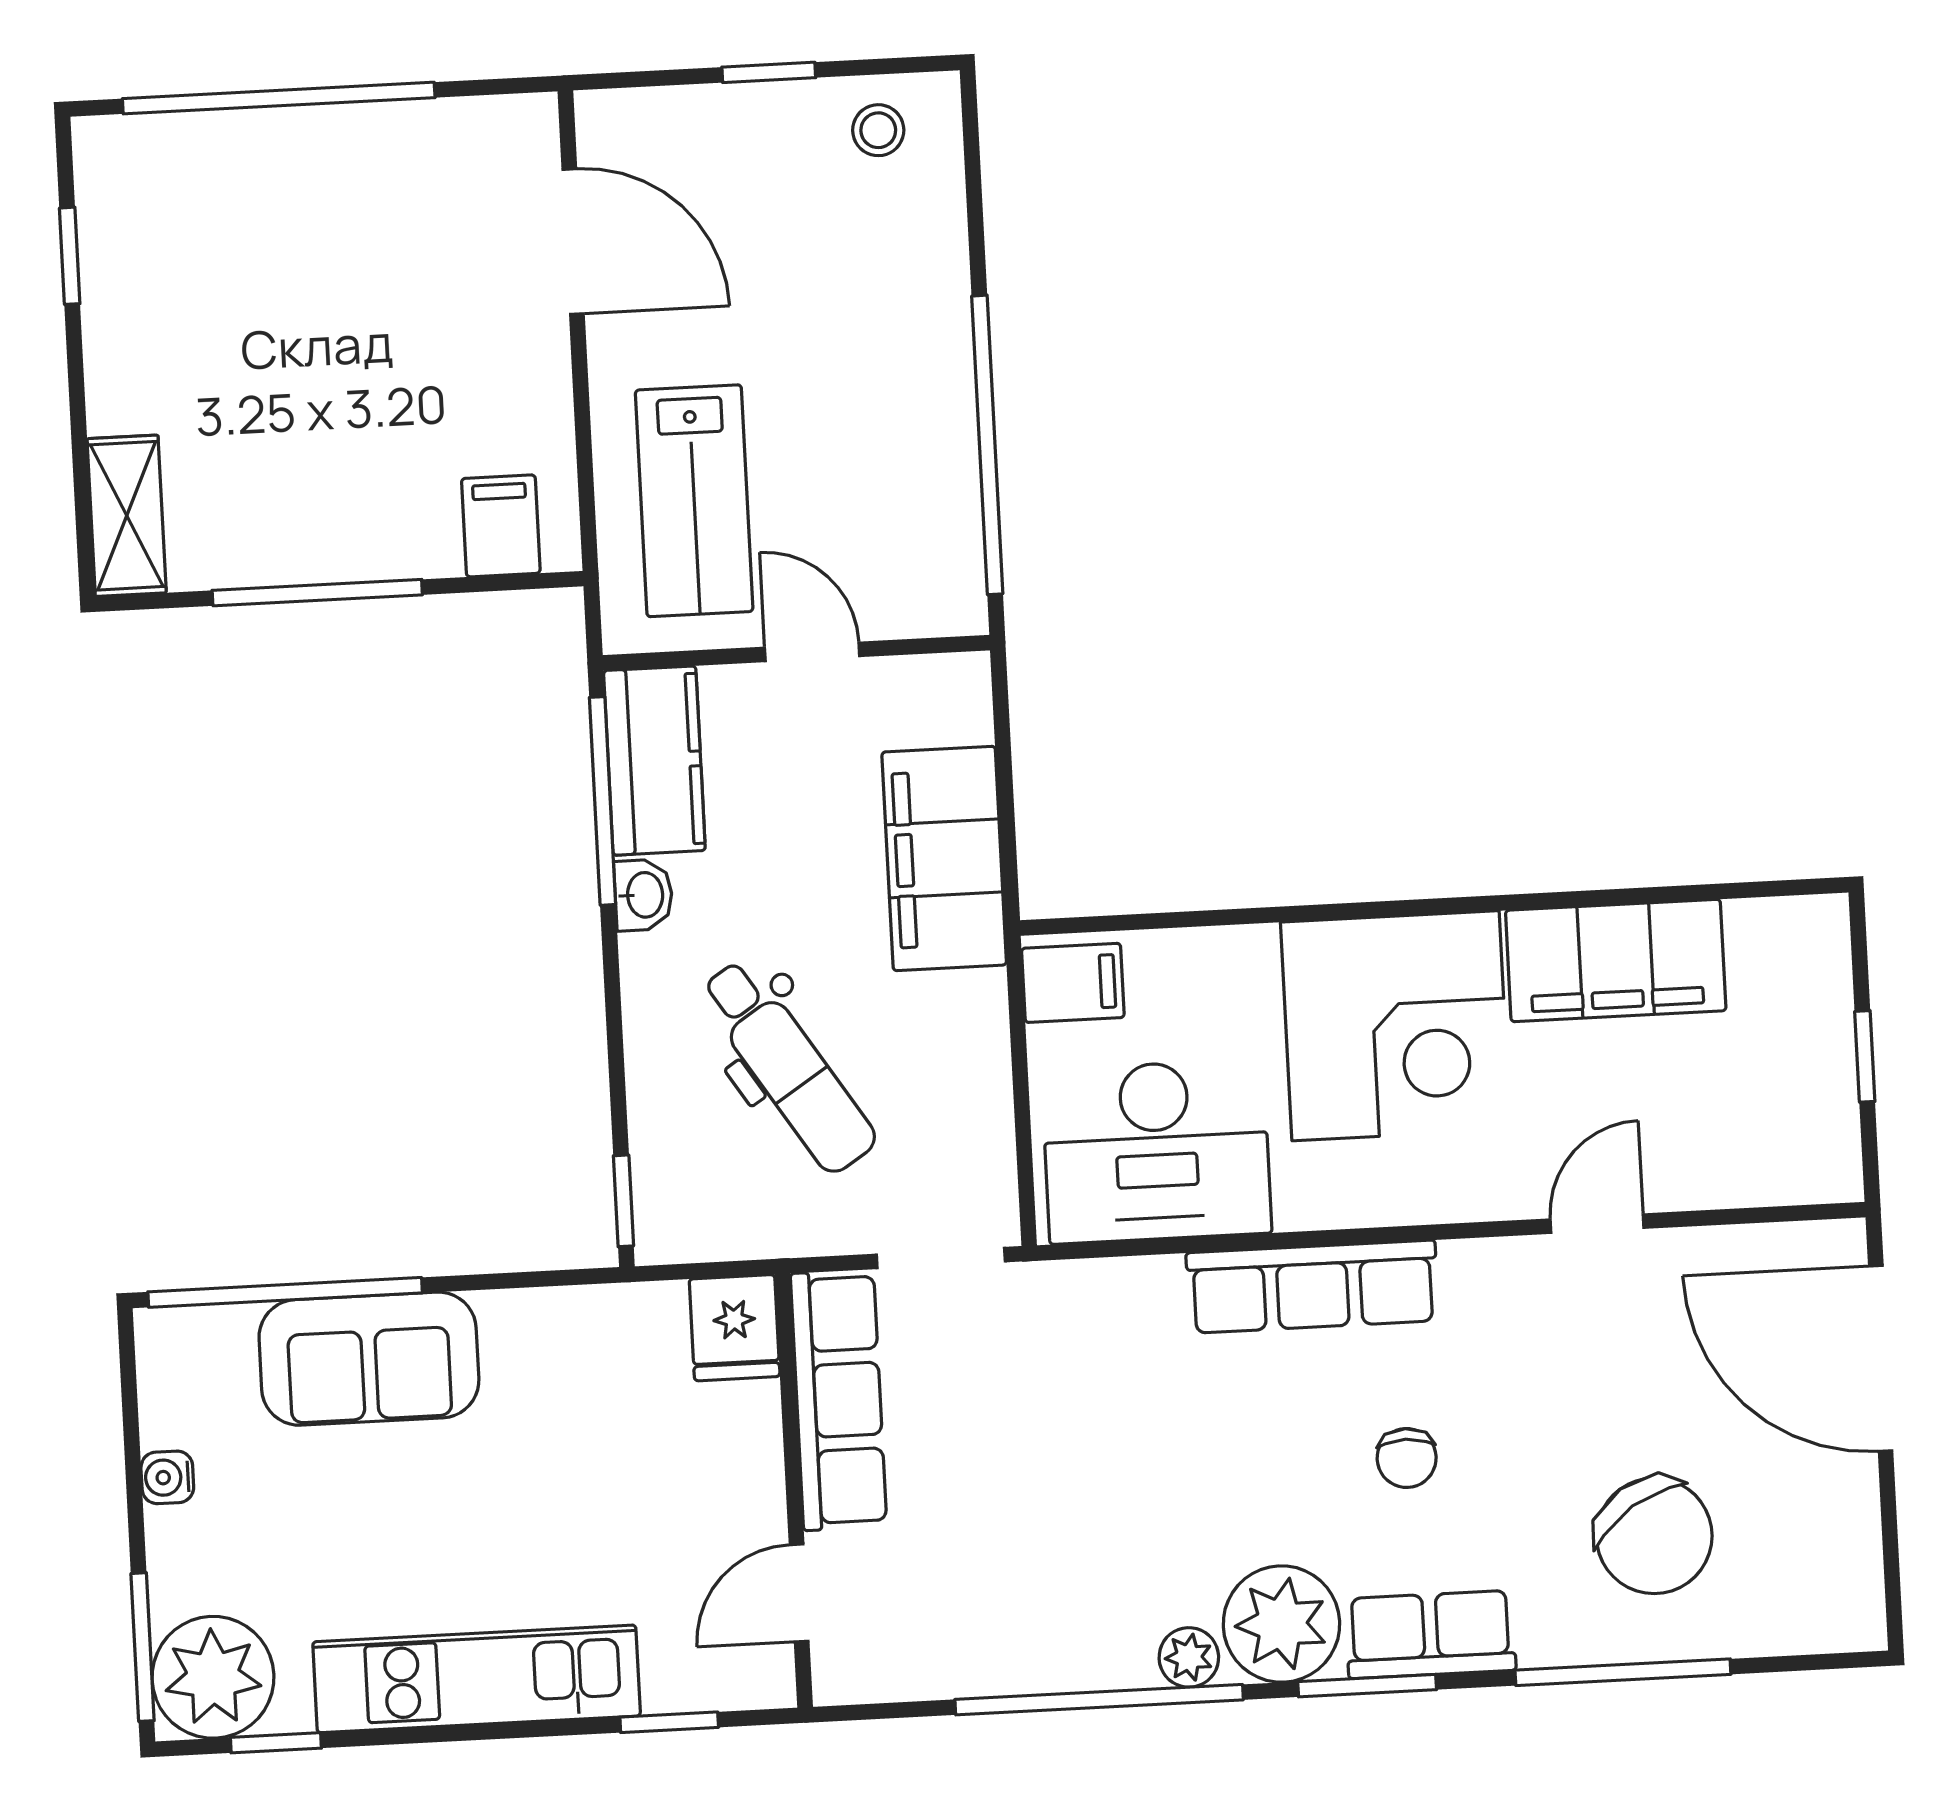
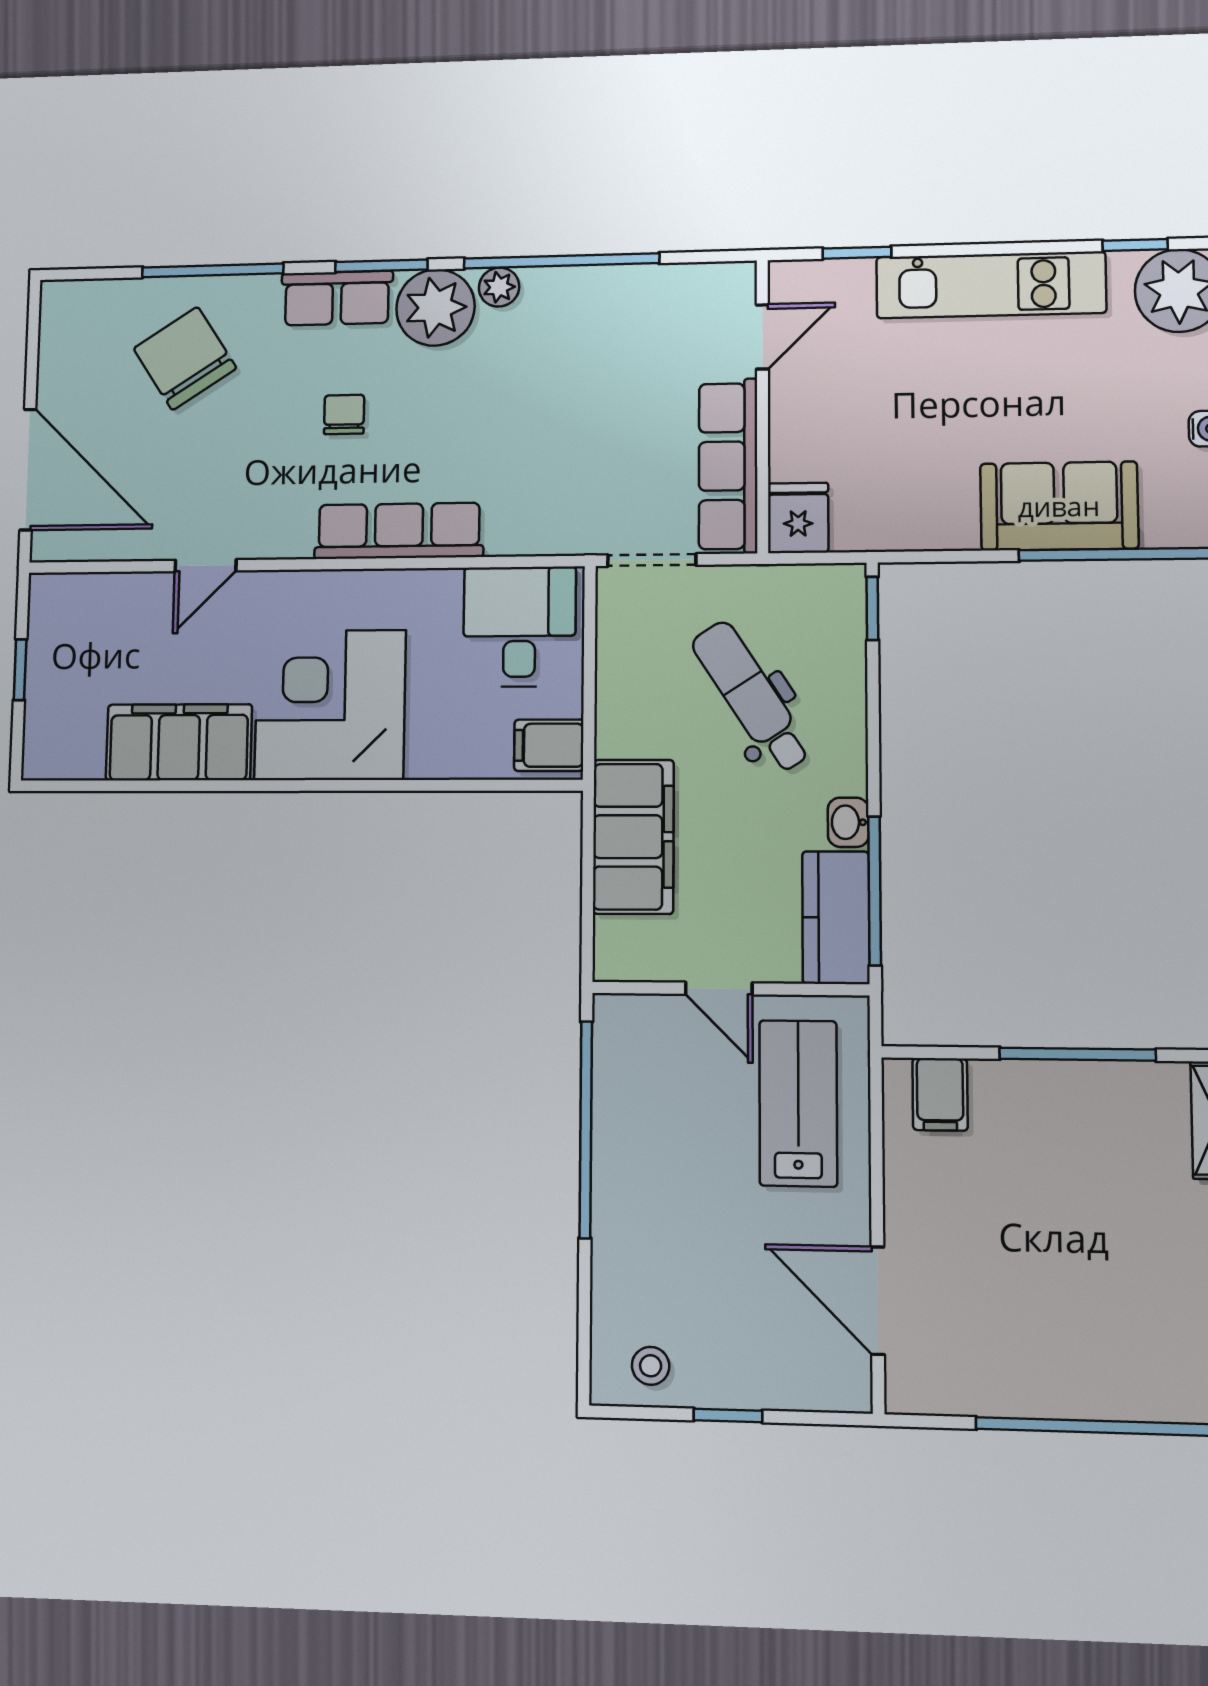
desk: (1156, 1151) -> (519, 627), width x0.73

